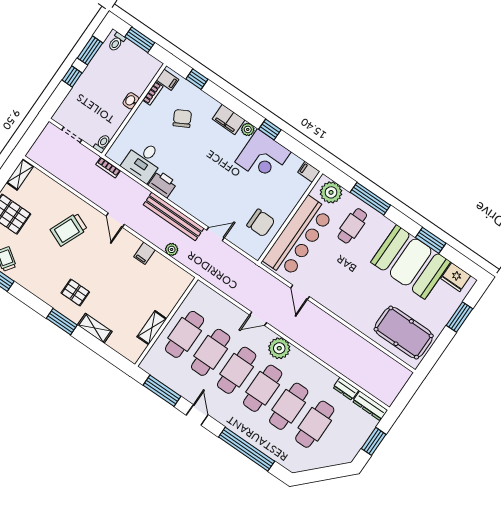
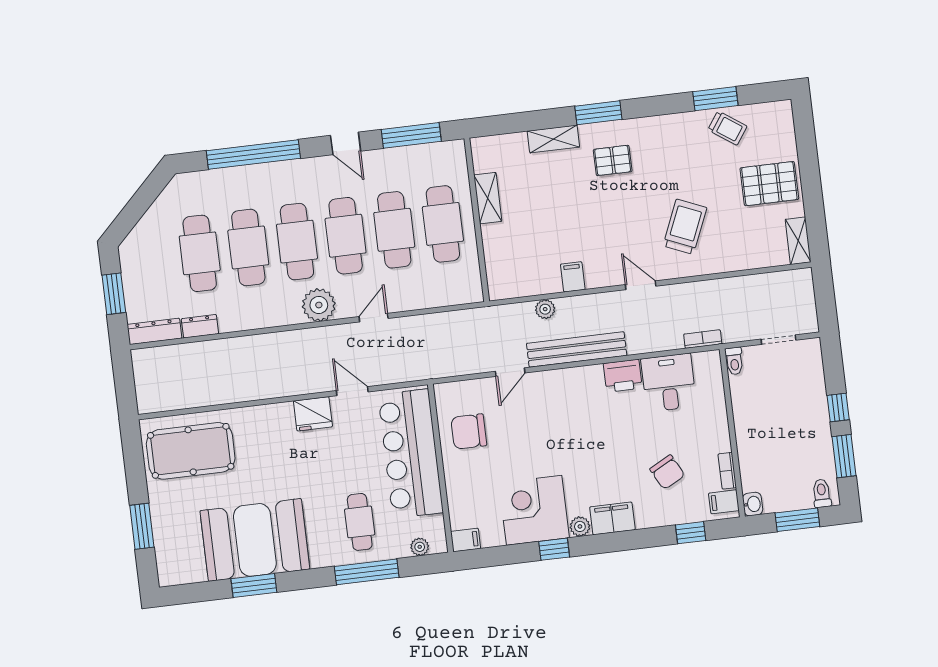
washbasin: (131, 101) -> (753, 504), moved
plant: (331, 192) -> (420, 547), width x0.53, depth x0.53
fridge: (456, 277) -> (313, 414), moved, turned 180

